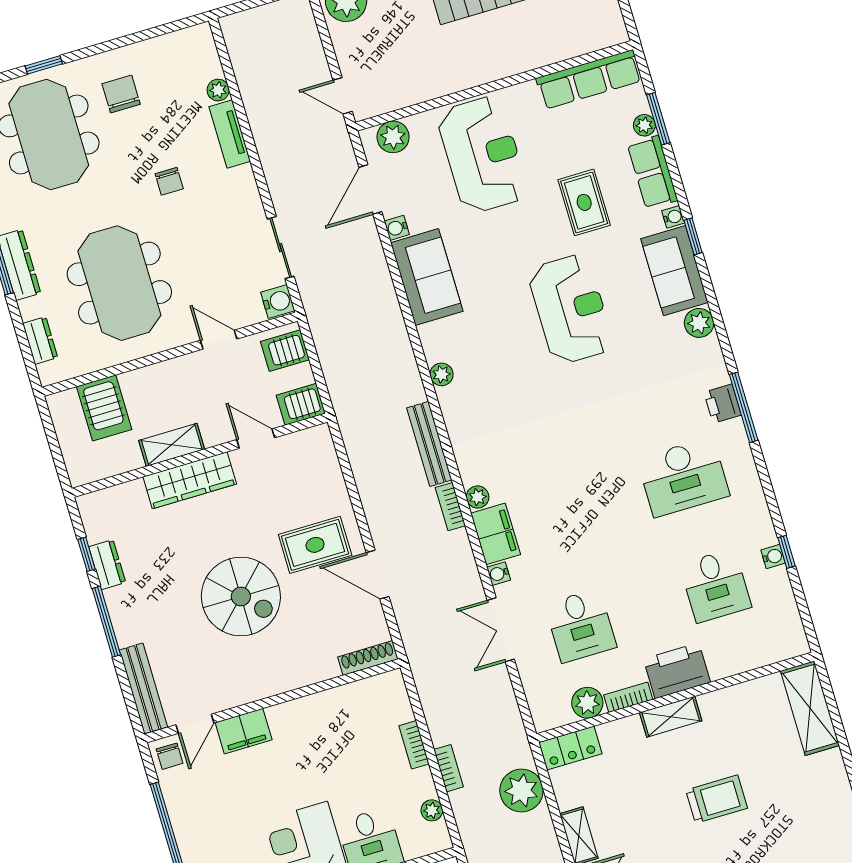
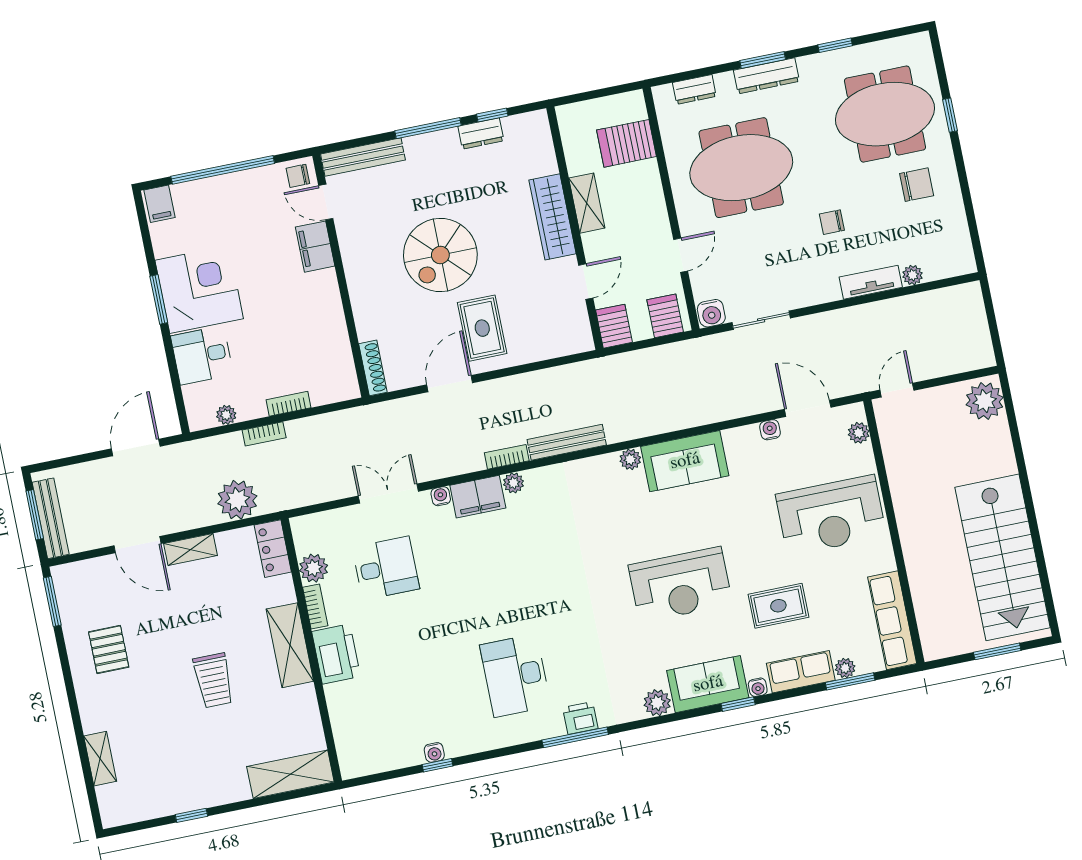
plant: (393, 137) -> (859, 433), width x0.73, depth x0.73
sofa: (427, 277) -> (685, 461), moved
desk: (715, 586) -> (412, 697), removed
desk: (581, 626) -> (386, 568), turned 180
shelving: (671, 717) -> (290, 645), width x1.50, depth x1.33

